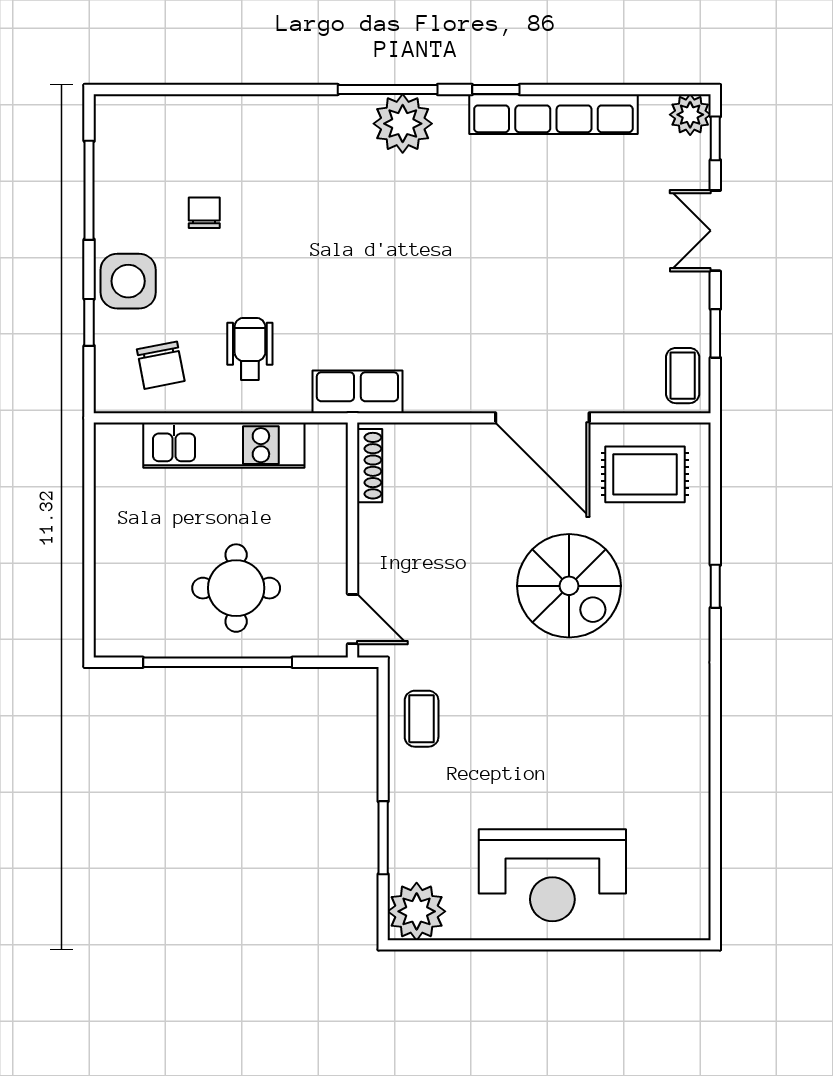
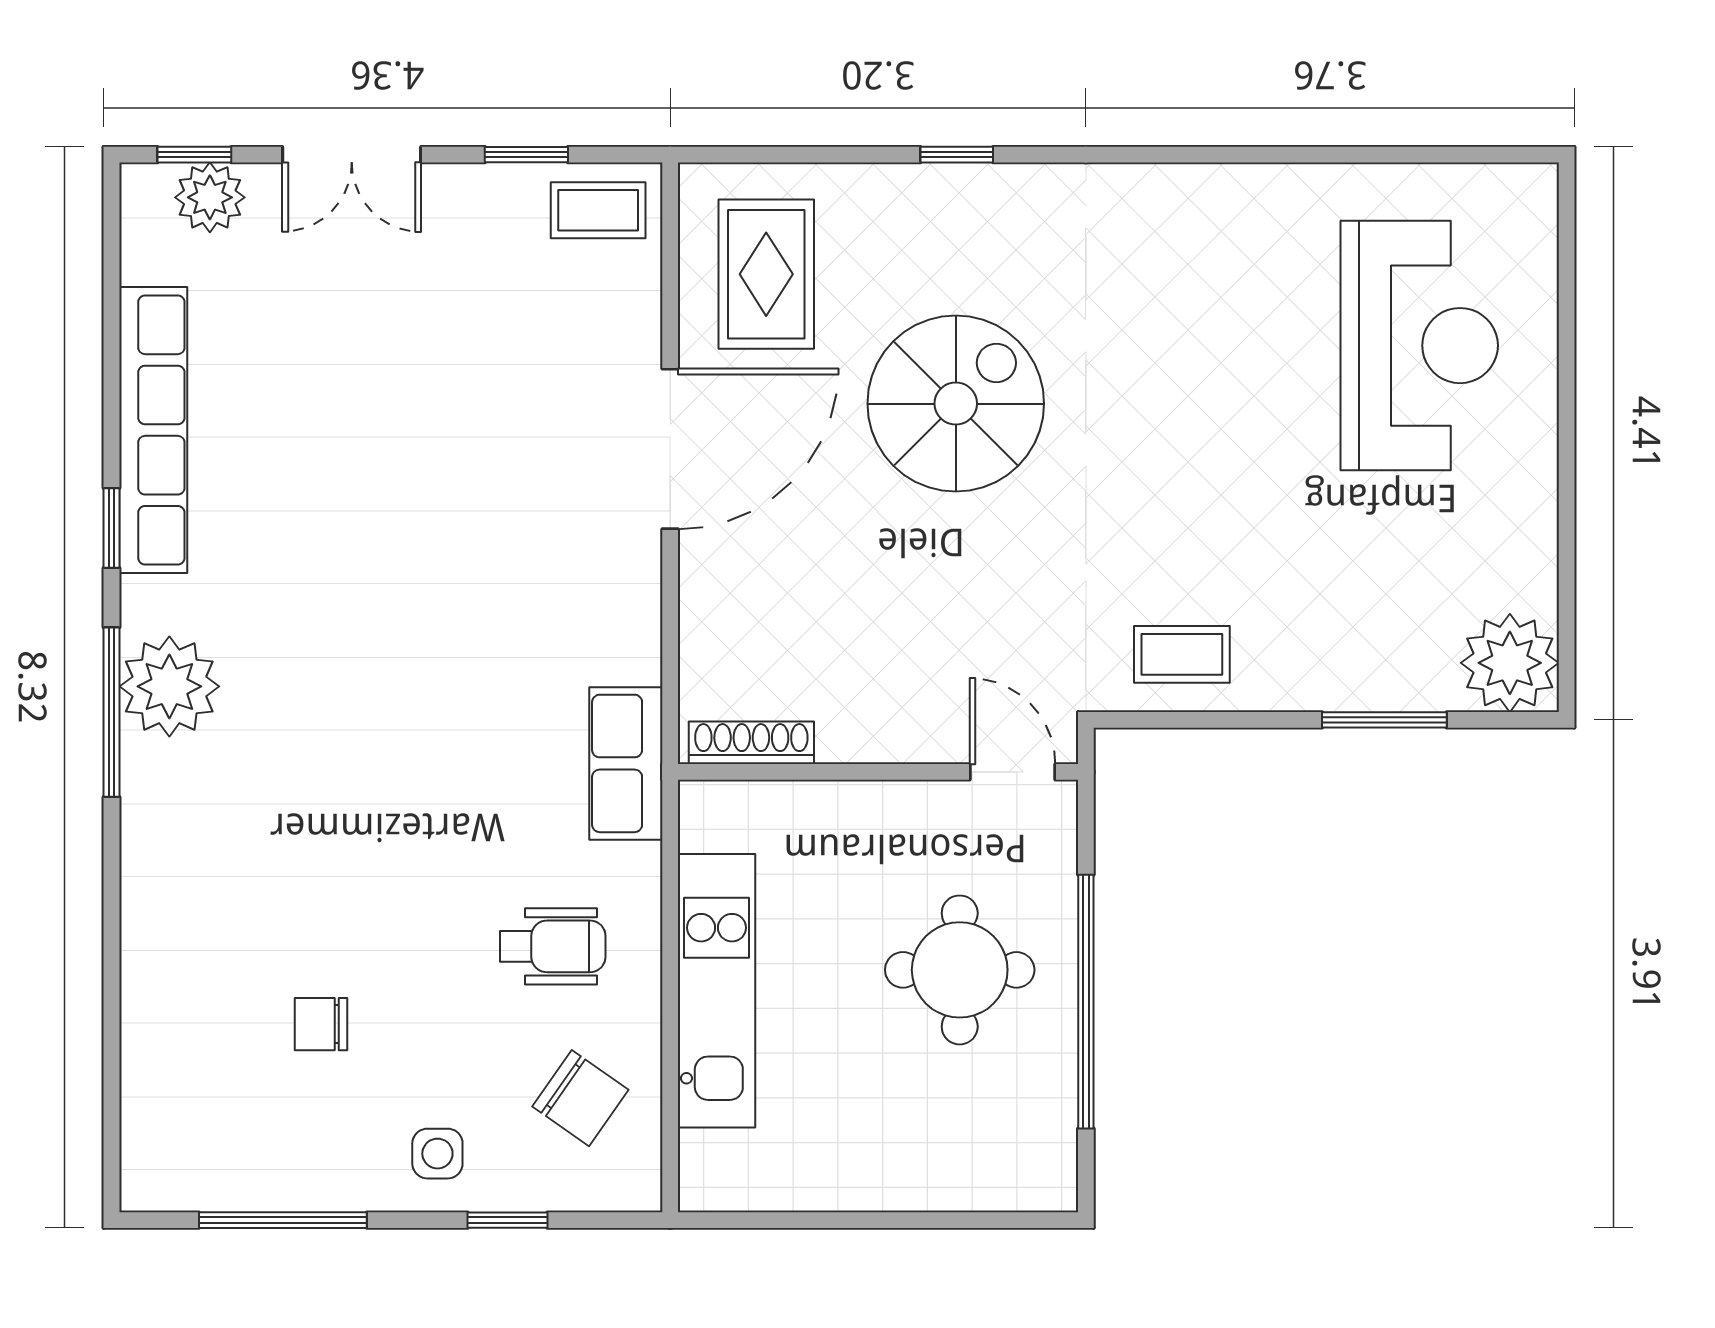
plant: (690, 115) -> (210, 197), moved
side table: (128, 281) -> (437, 1154), width x0.54, depth x0.54
wheelchair: (250, 349) -> (553, 946), turned 180
chair: (161, 365) -> (580, 1098), turned 46
door: (353, 619) -> (1012, 772), hinge flipped
reception desk: (552, 875) -> (1419, 346), moved

